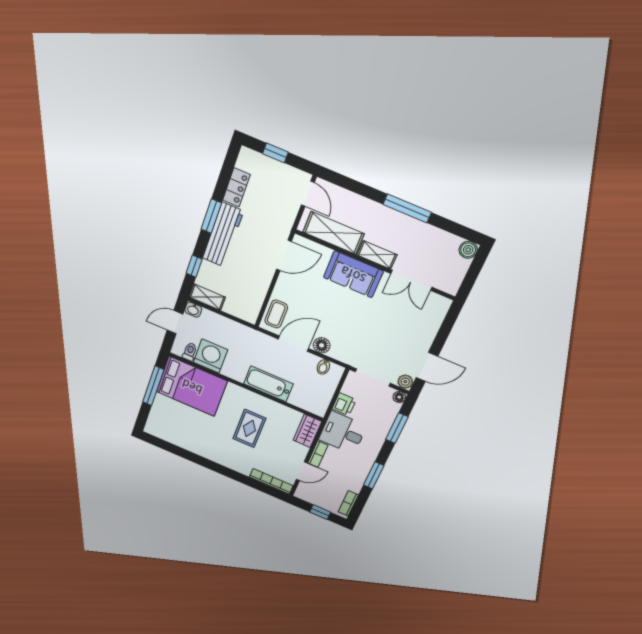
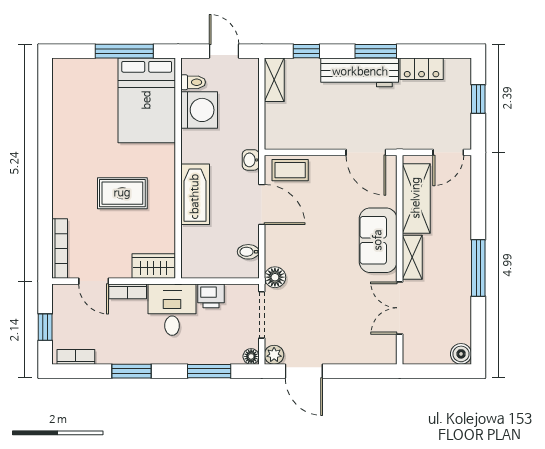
washbasin: (193, 310) -> (251, 160), moved
floor lamp: (322, 345) -> (275, 277), moved

